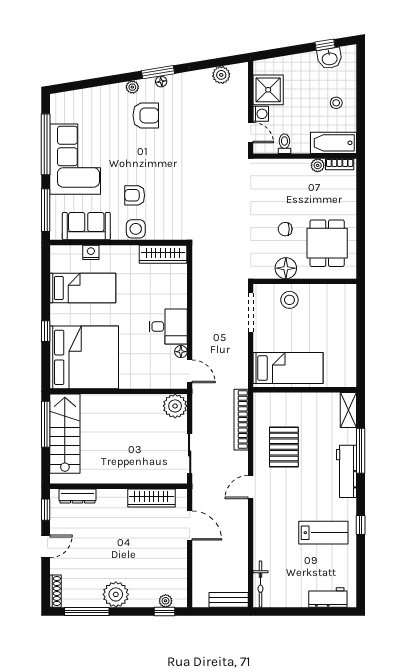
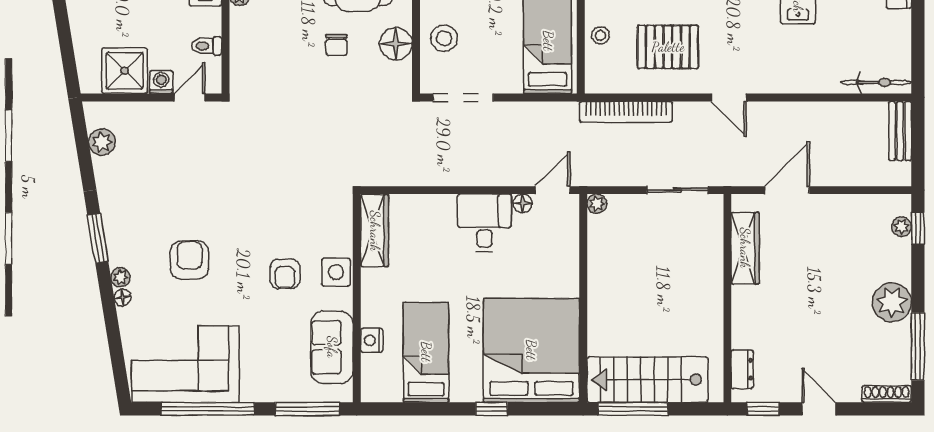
floor lamp: (161, 82) -> (122, 297), moved
armchair: (146, 115) -> (189, 260), moved
corner sofa: (75, 159) -> (185, 364), moved
stool: (291, 403) -> (601, 35), added
plant: (175, 406) -> (597, 204), width x0.53, depth x0.53
dresser: (77, 496) -> (742, 369), width x0.70

